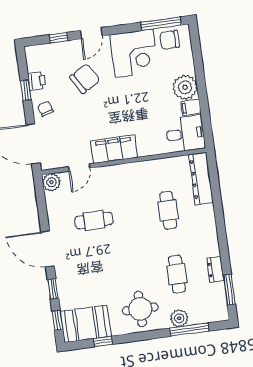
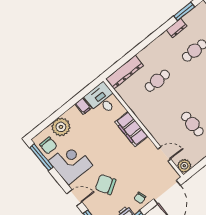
plant: (185, 87) -> (61, 127), moved
filing cabinet: (114, 149) -> (132, 129), moved

